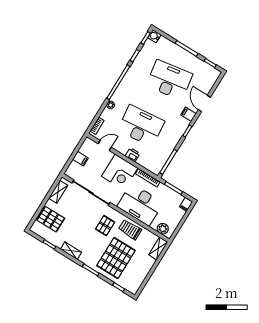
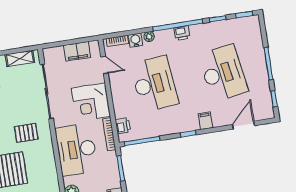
water cooler: (154, 36) -> (135, 40), moved
printer: (125, 84) -> (182, 33), added
door: (204, 103) -> (243, 125), moved
printer: (133, 155) -> (123, 126), moved
filing cabinet: (80, 159) -> (77, 51), width x2.00
trolley: (130, 230) -> (43, 161), removed

